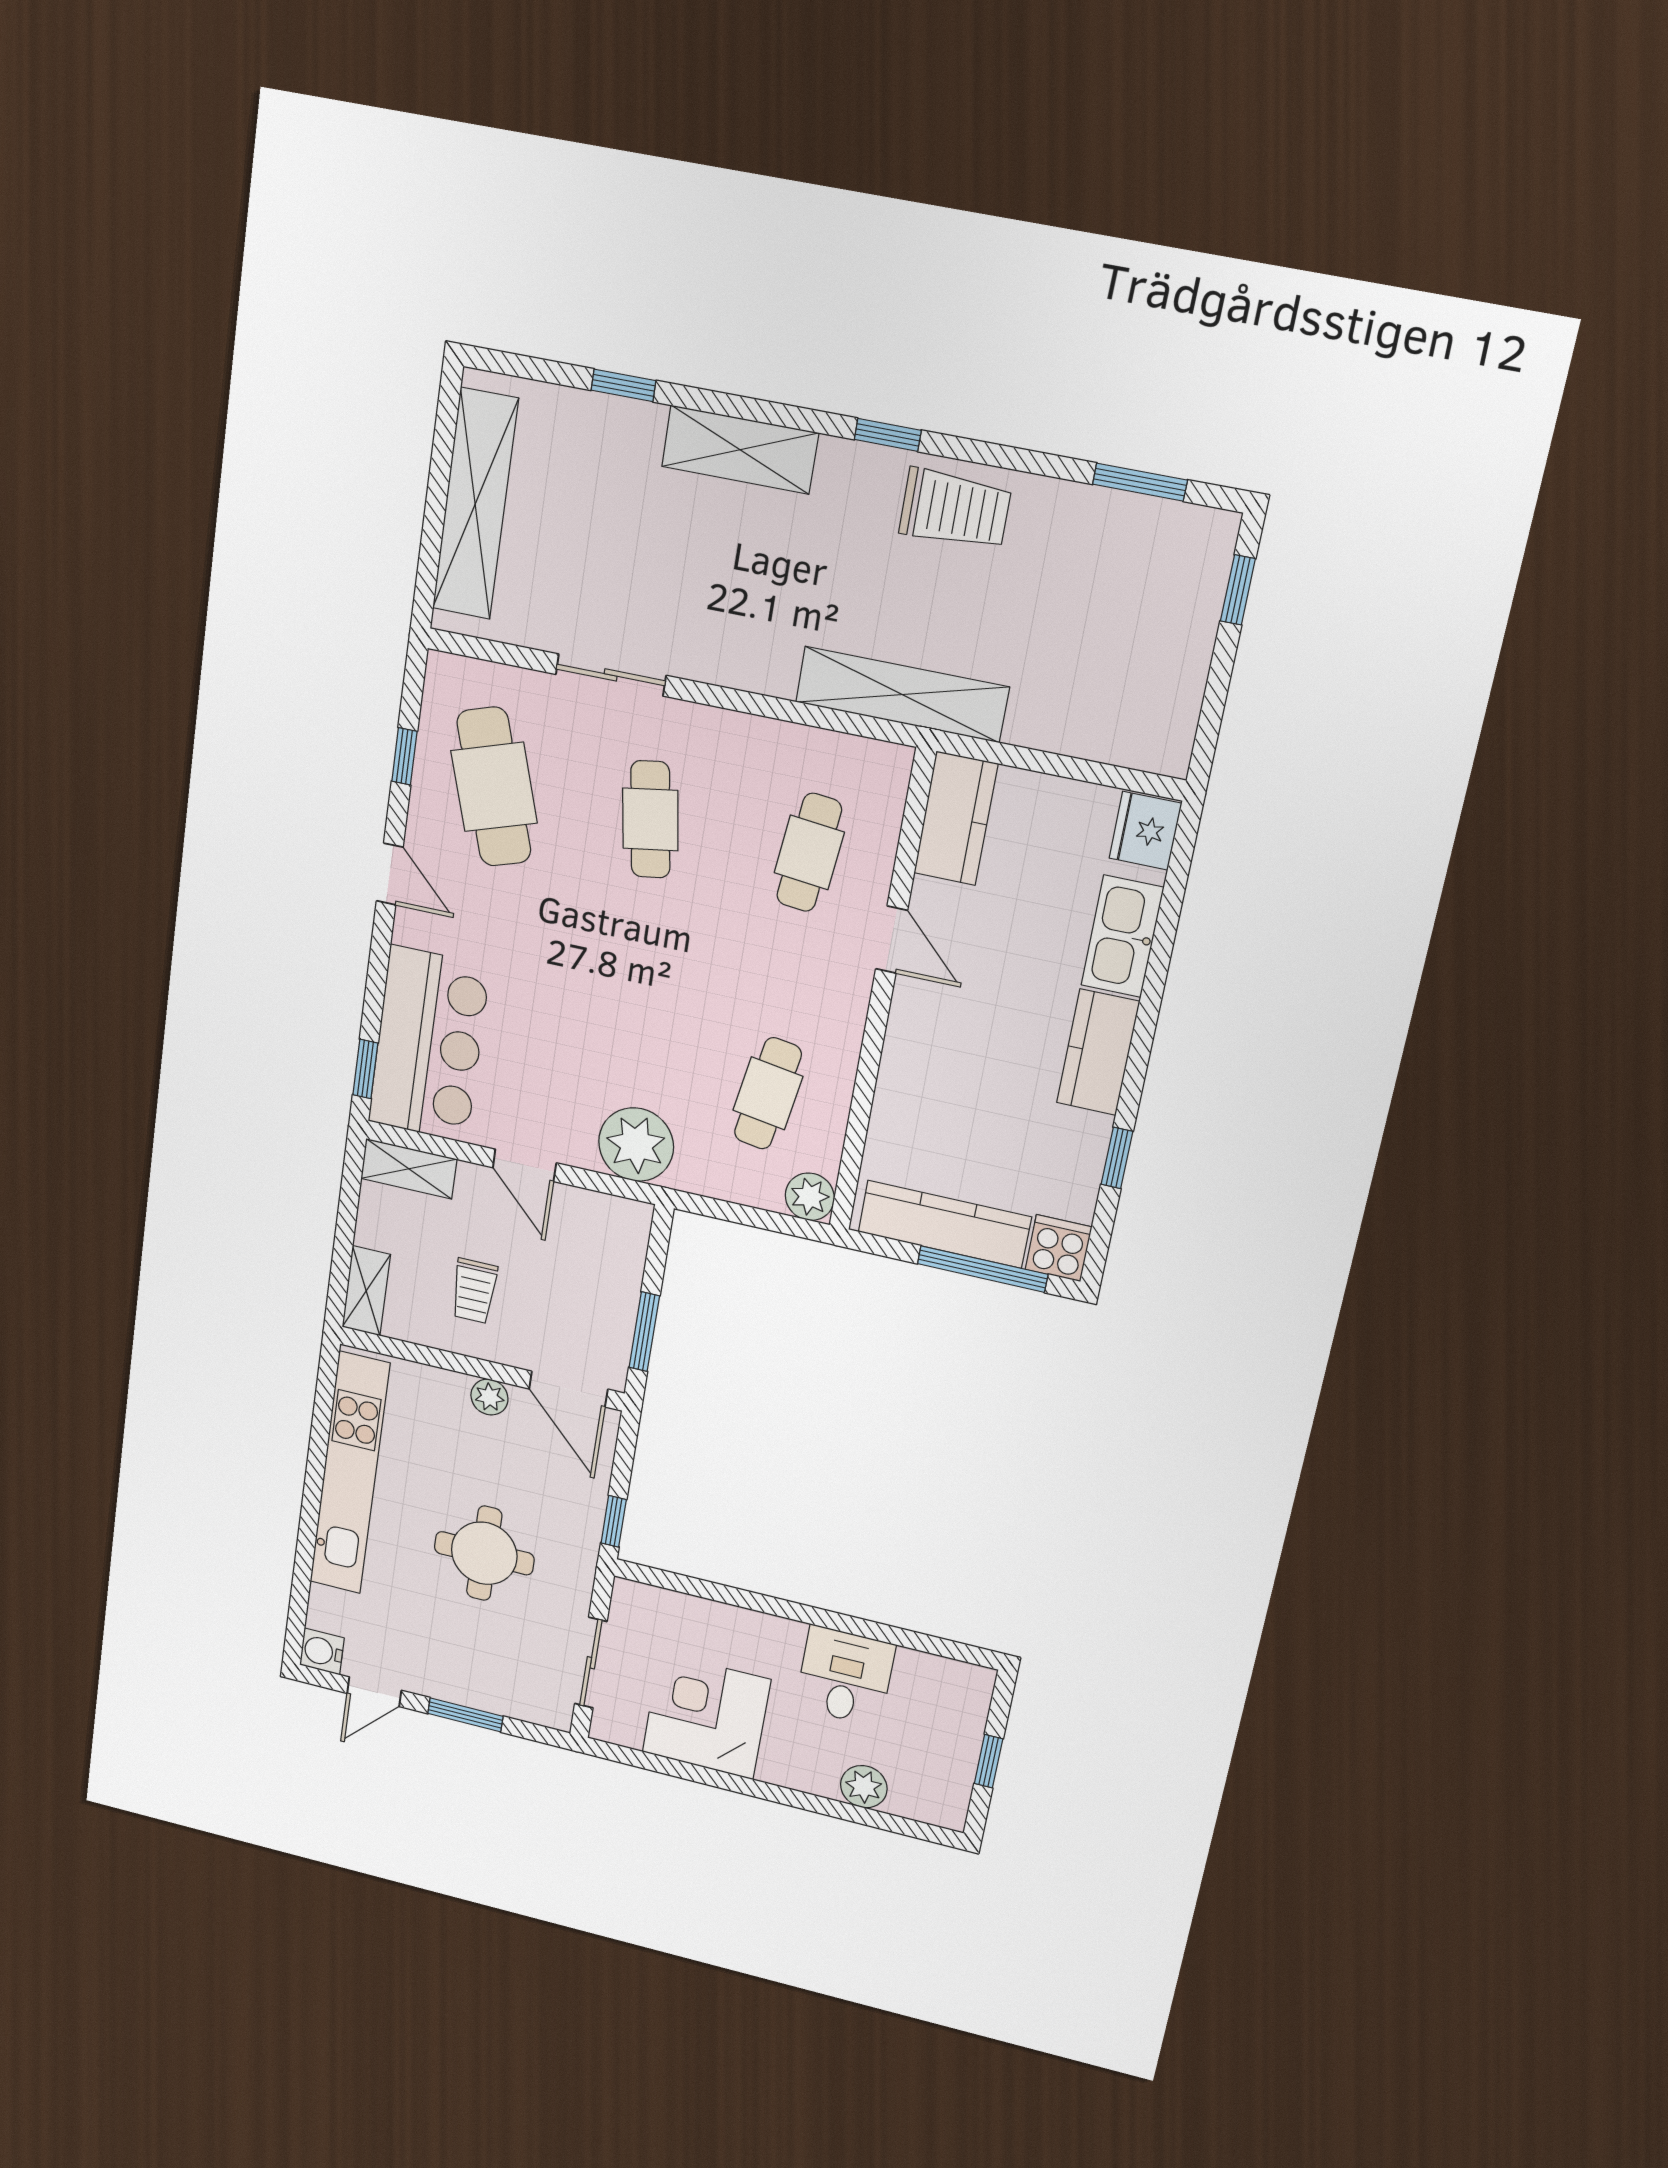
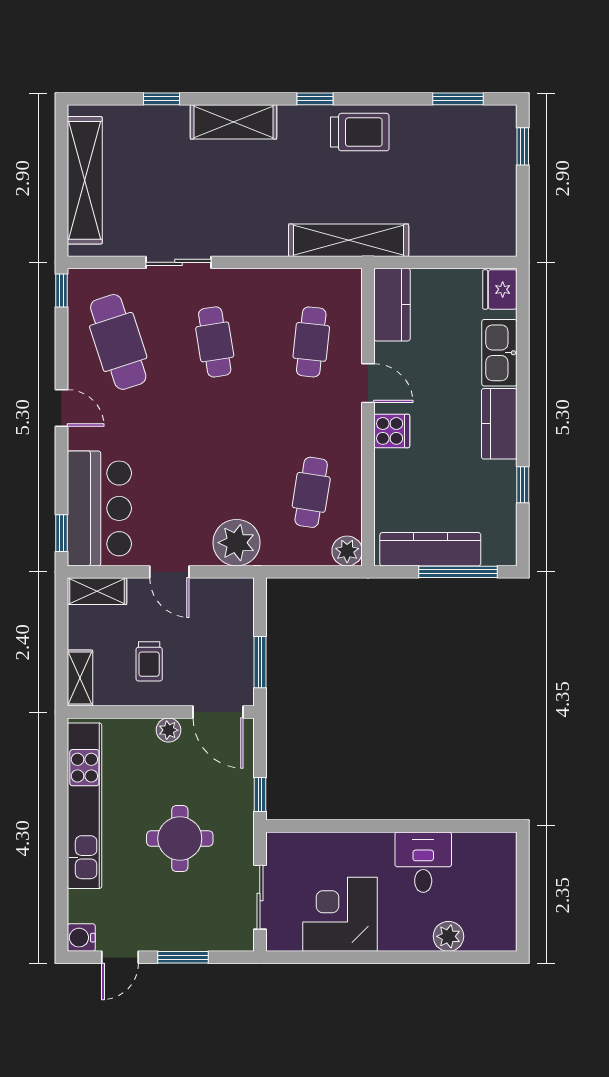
window: (404, 756) -> (61, 291), moved
cooker: (1059, 1248) -> (392, 431), moved, turned 90
window: (989, 1761) -> (523, 896), removed

